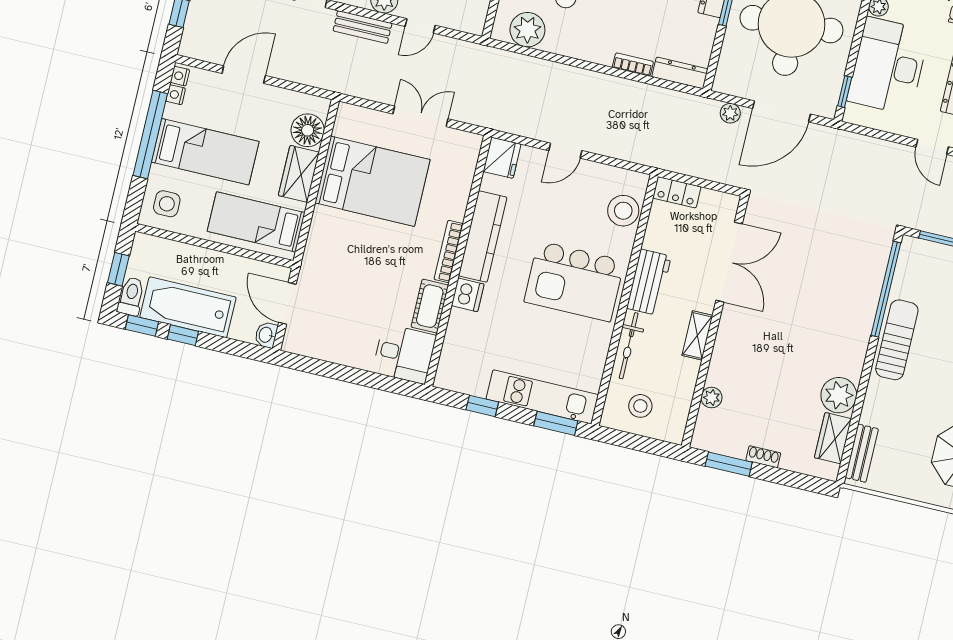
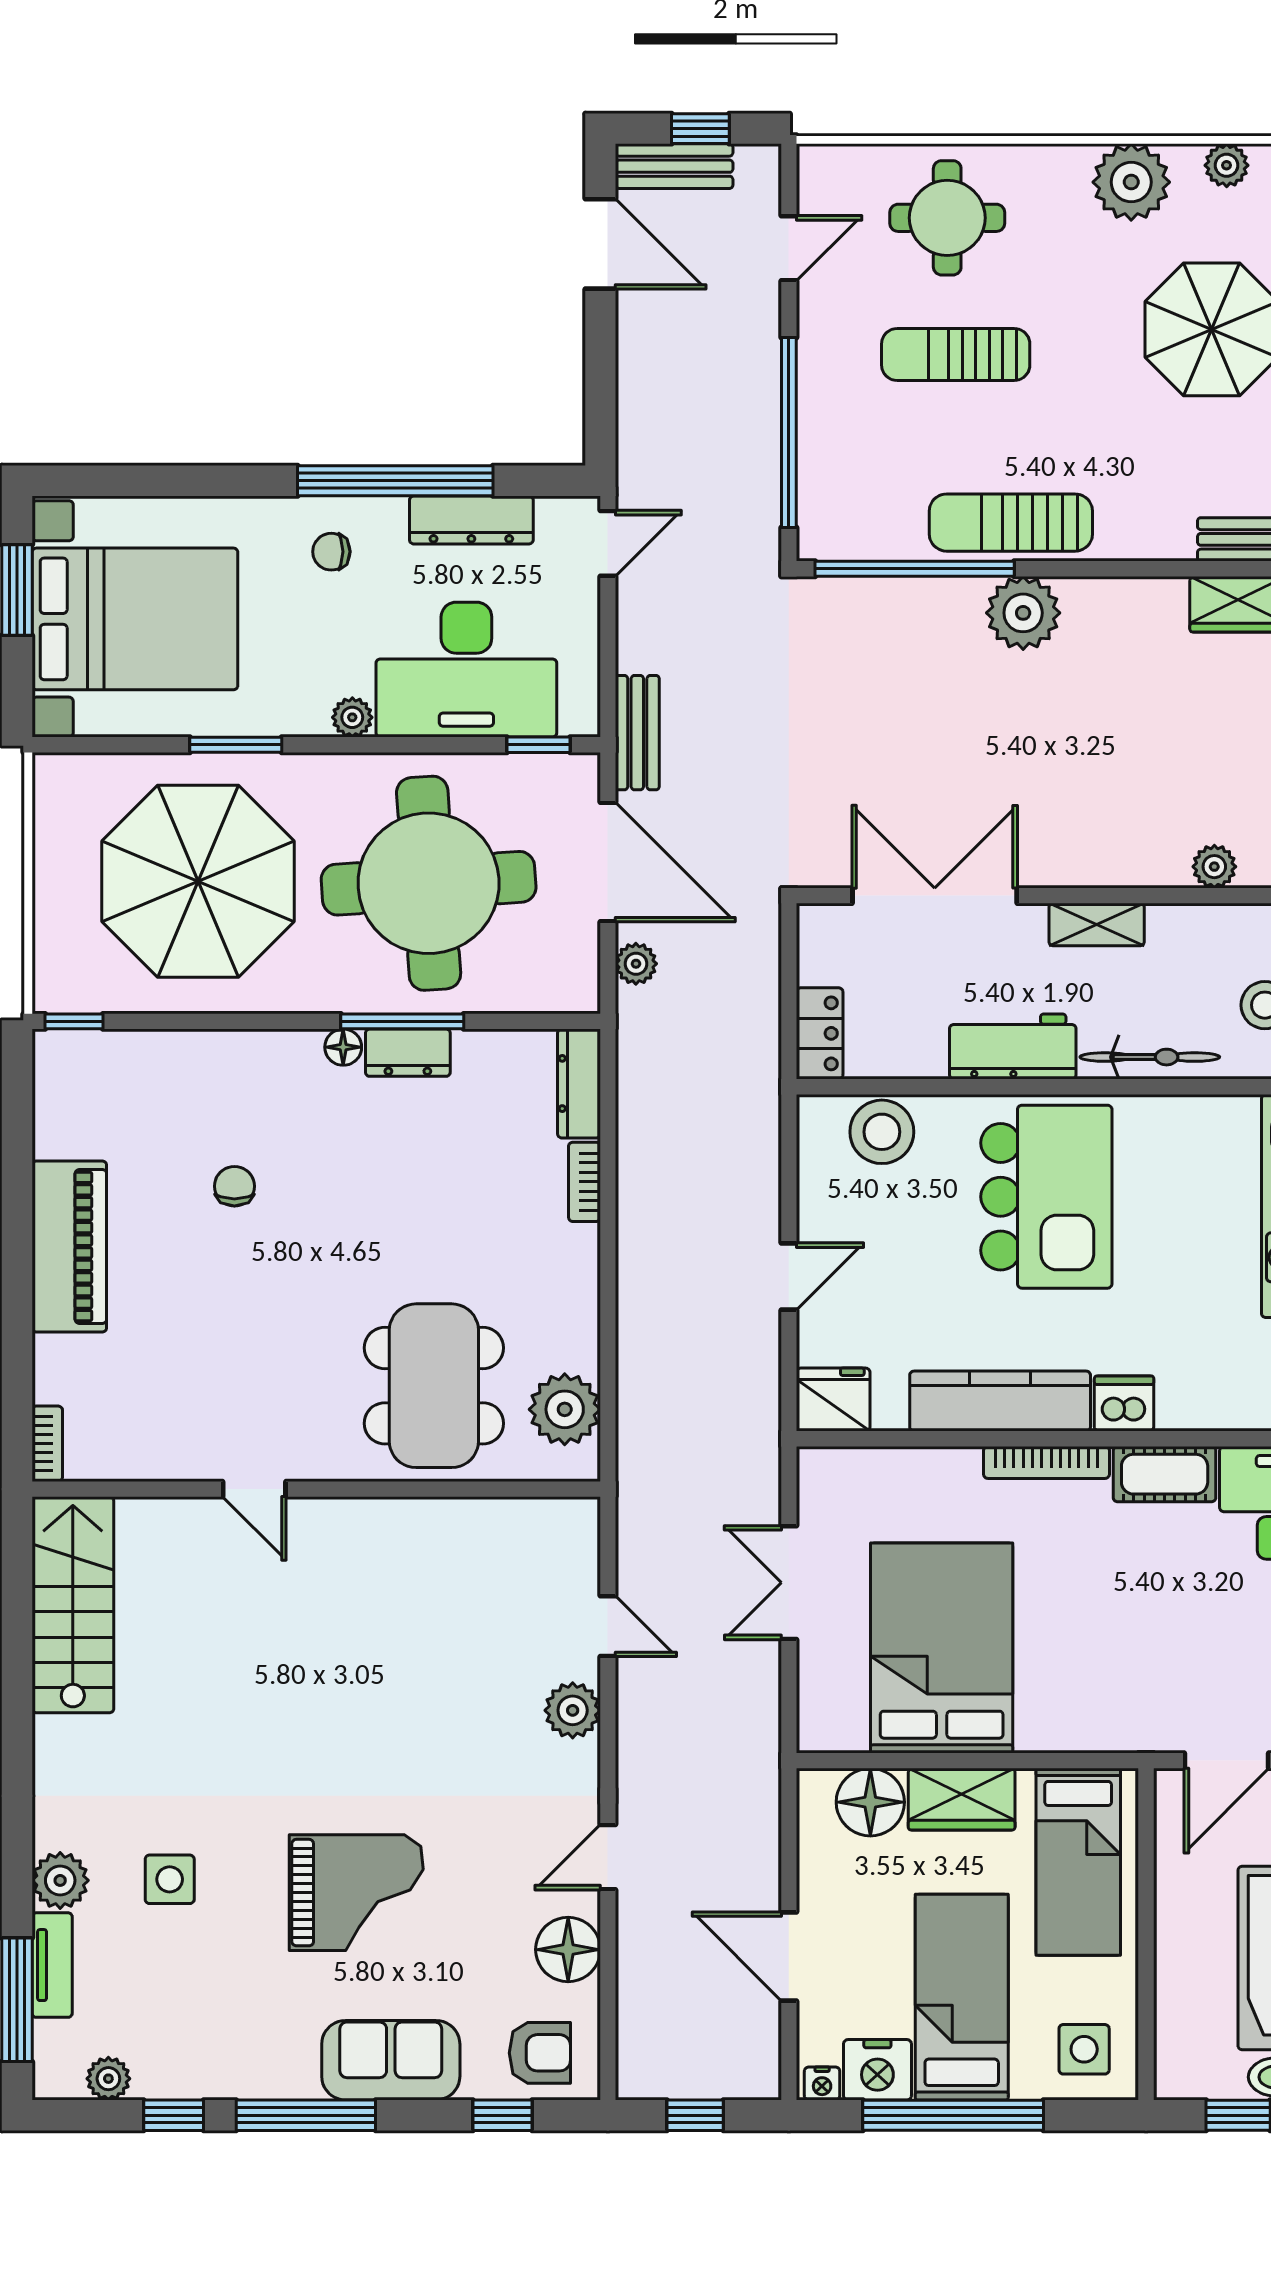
bench: (363, 27) -> (637, 733), moved
nightstand: (176, 95) -> (877, 2070), width x1.89, depth x1.79
door: (565, 151) -> (789, 1276), hinge flipped
plant: (839, 395) -> (1023, 613), moved

